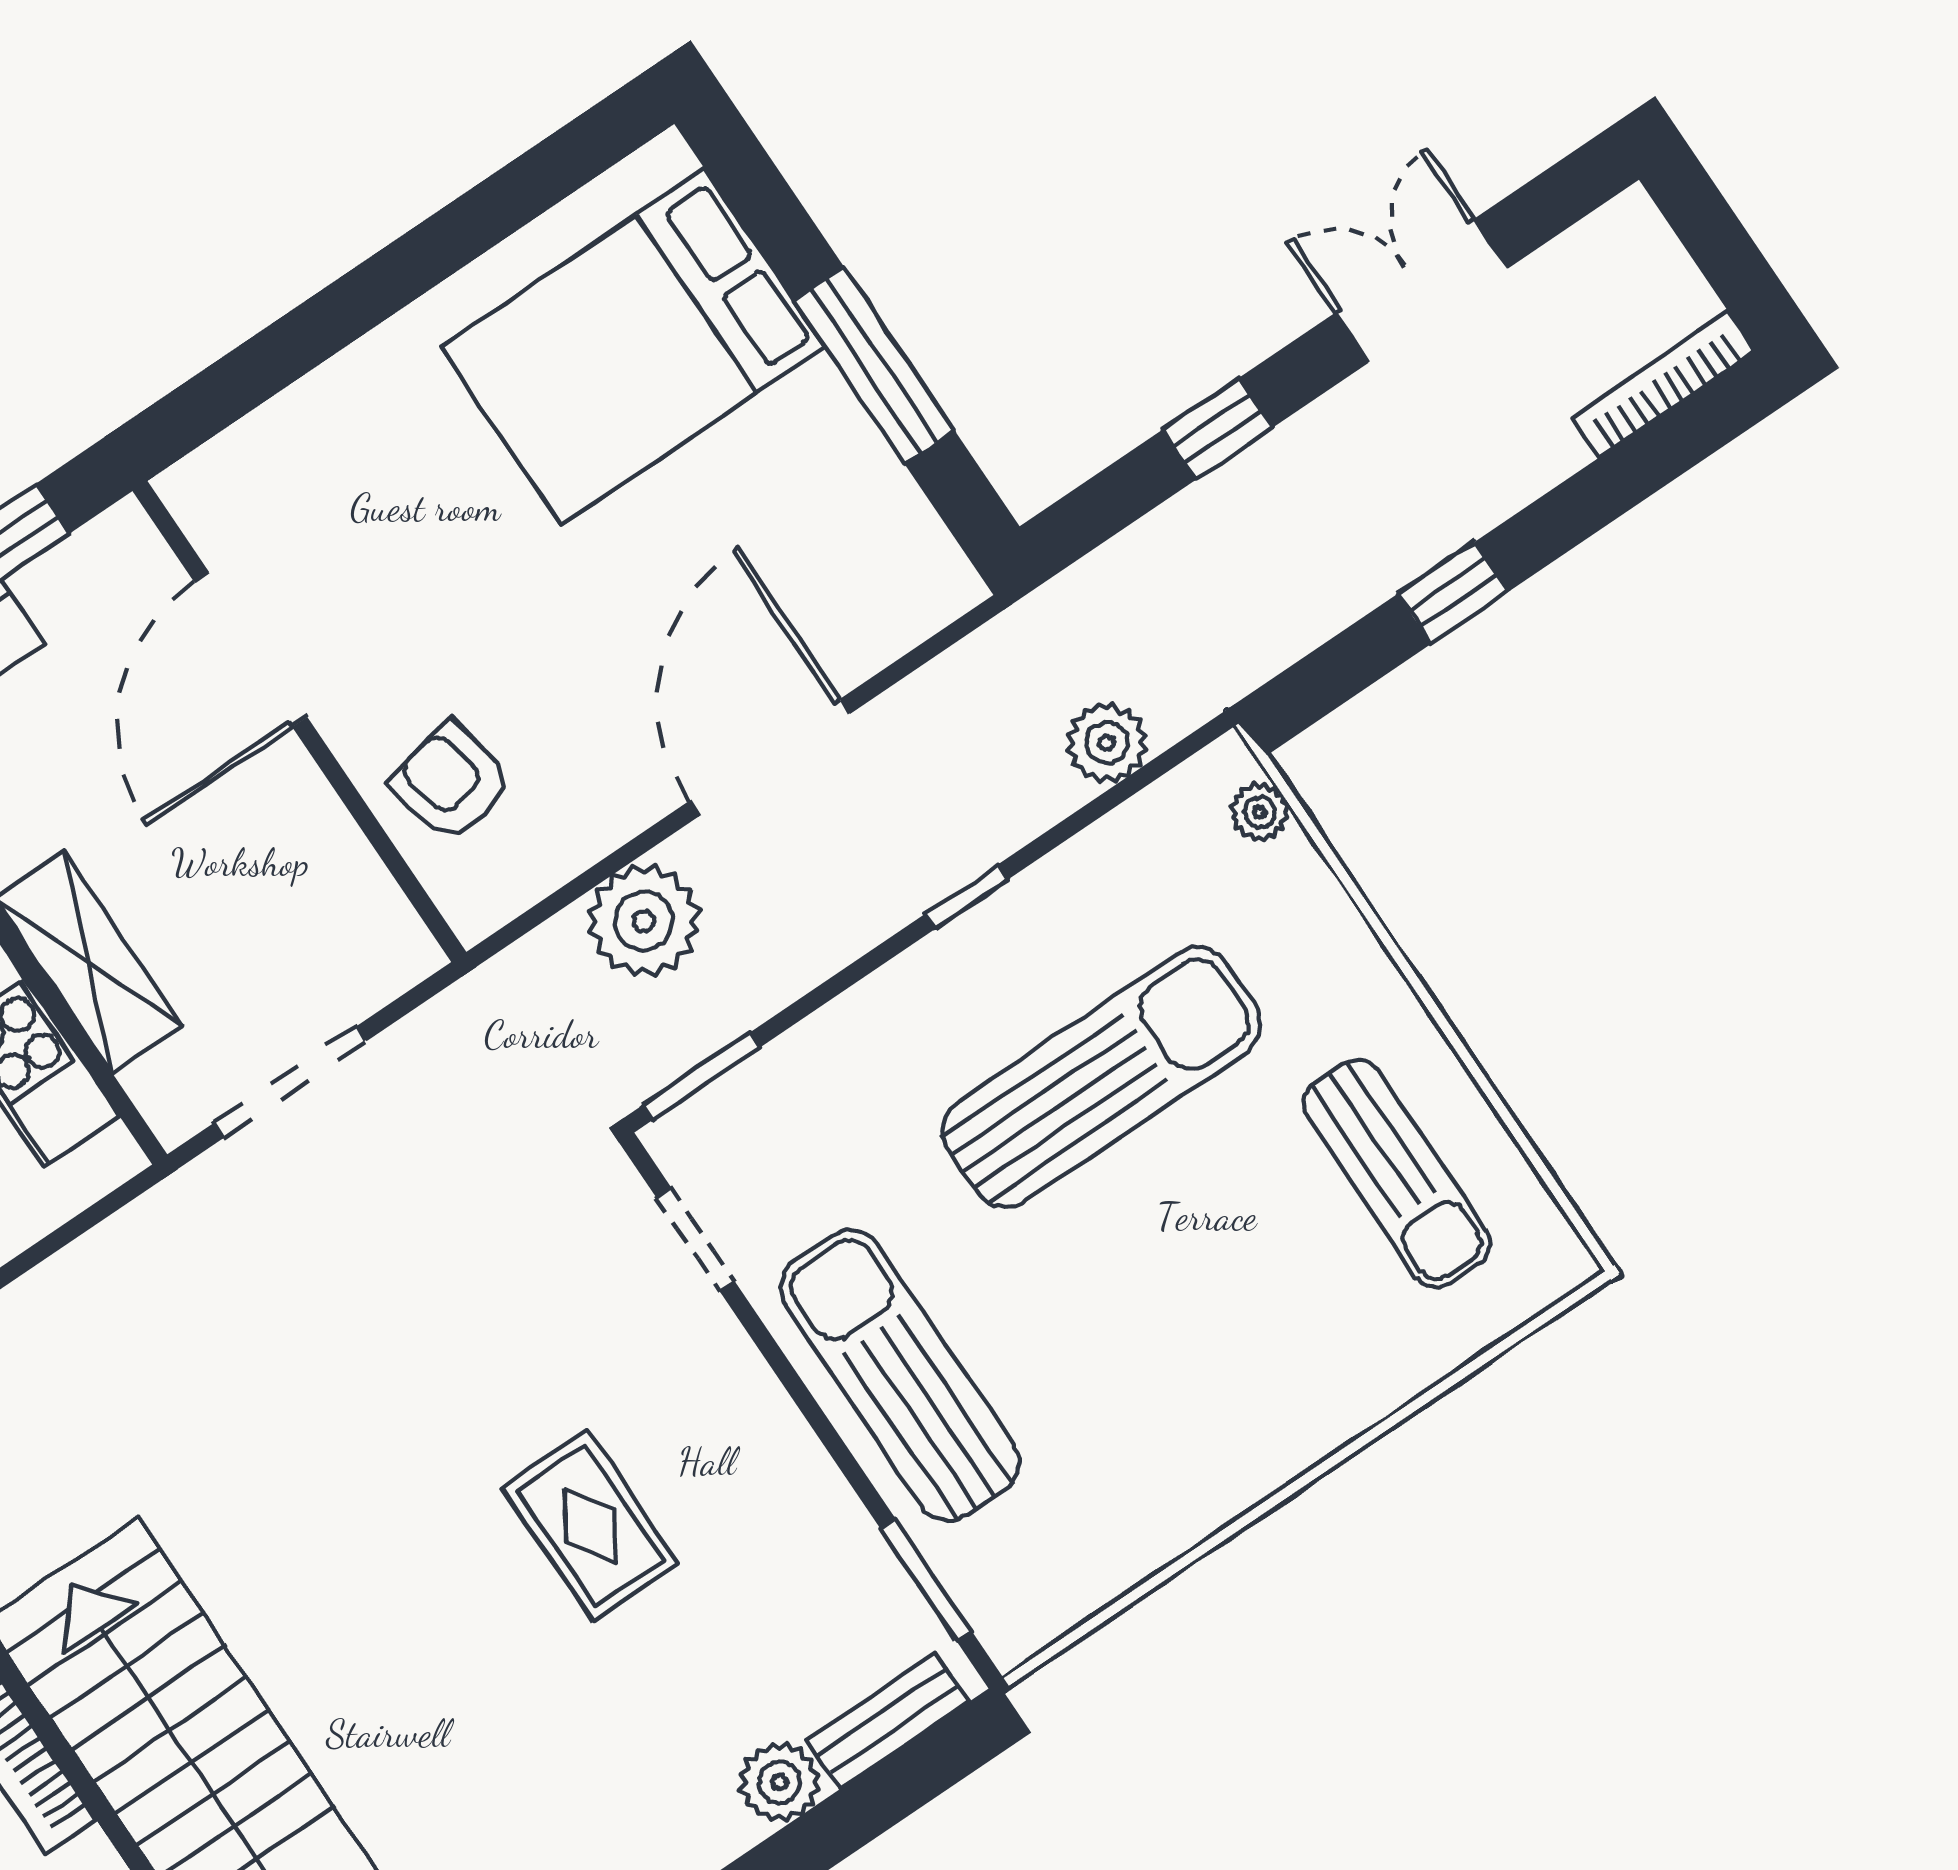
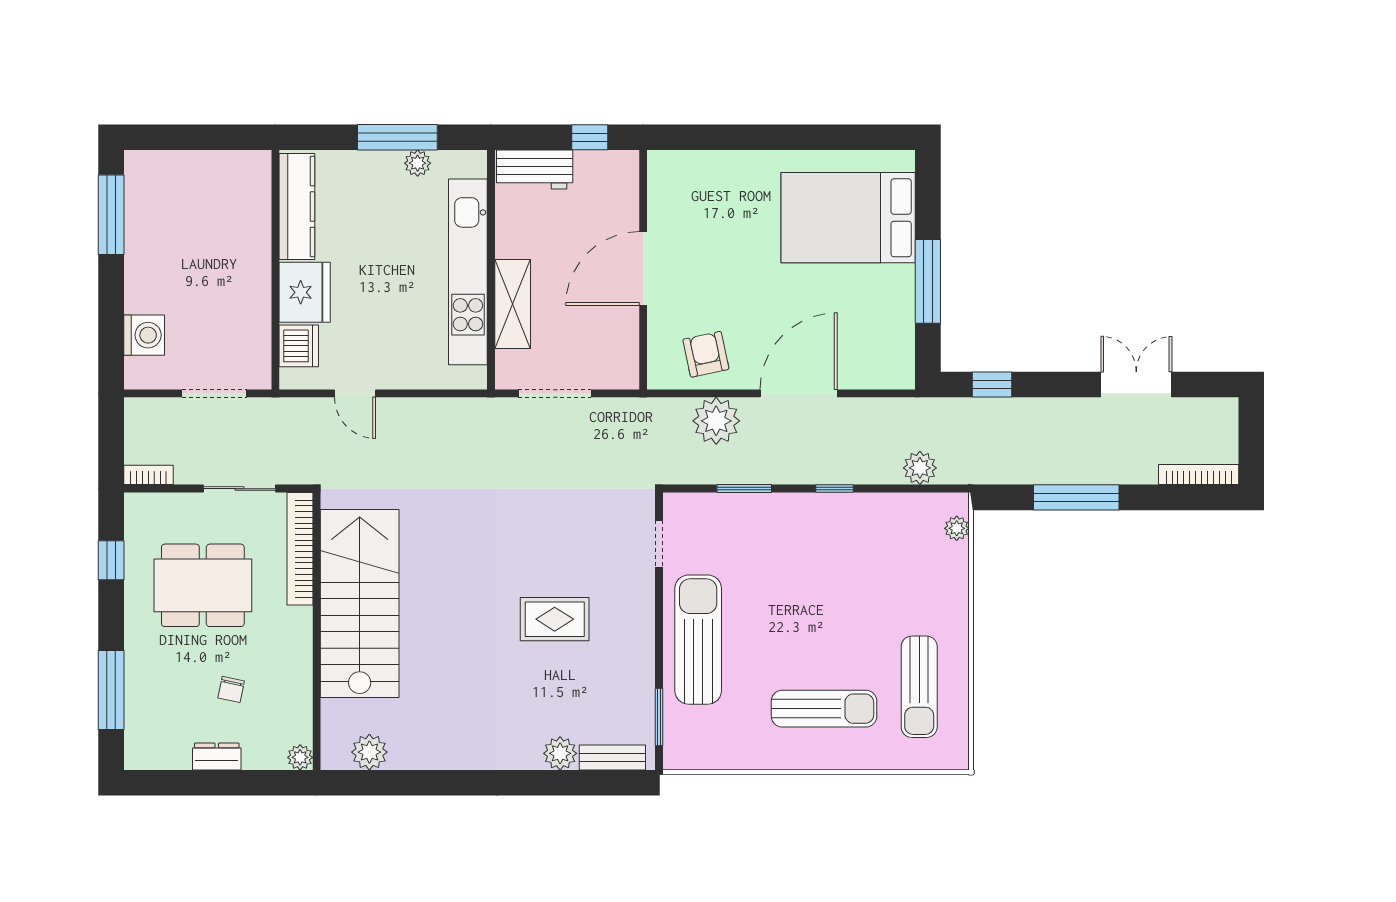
window: (1217, 429) -> (992, 385), moved
window: (1453, 593) -> (1076, 497), width x2.17
door: (251, 649) -> (643, 269), moved
armchair: (451, 783) -> (706, 354), moved
window: (701, 1076) -> (744, 489), moved
sun lounger: (1102, 1077) -> (824, 709), moved, width x0.73, depth x0.75
rug: (590, 1526) -> (555, 619), turned 90

